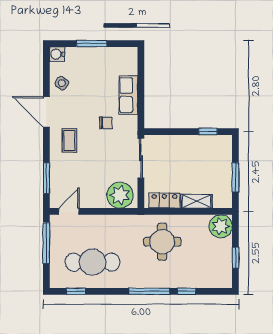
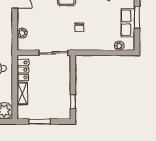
plant: (131, 68) -> (119, 46), added
row of seats: (128, 95) -> (128, 23), moved, turned -90
plant: (120, 195) -> (22, 33), width x0.53, depth x0.53

